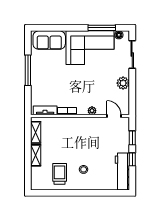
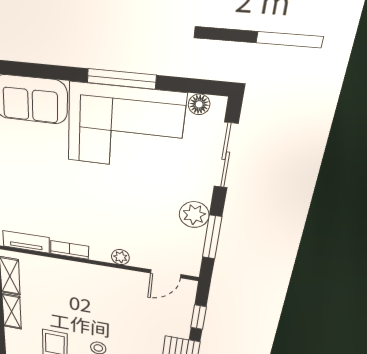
window: (102, 28) -> (121, 79), moved
window: (132, 93) -> (212, 237), added
door: (114, 116) -> (166, 274), swing flipped

